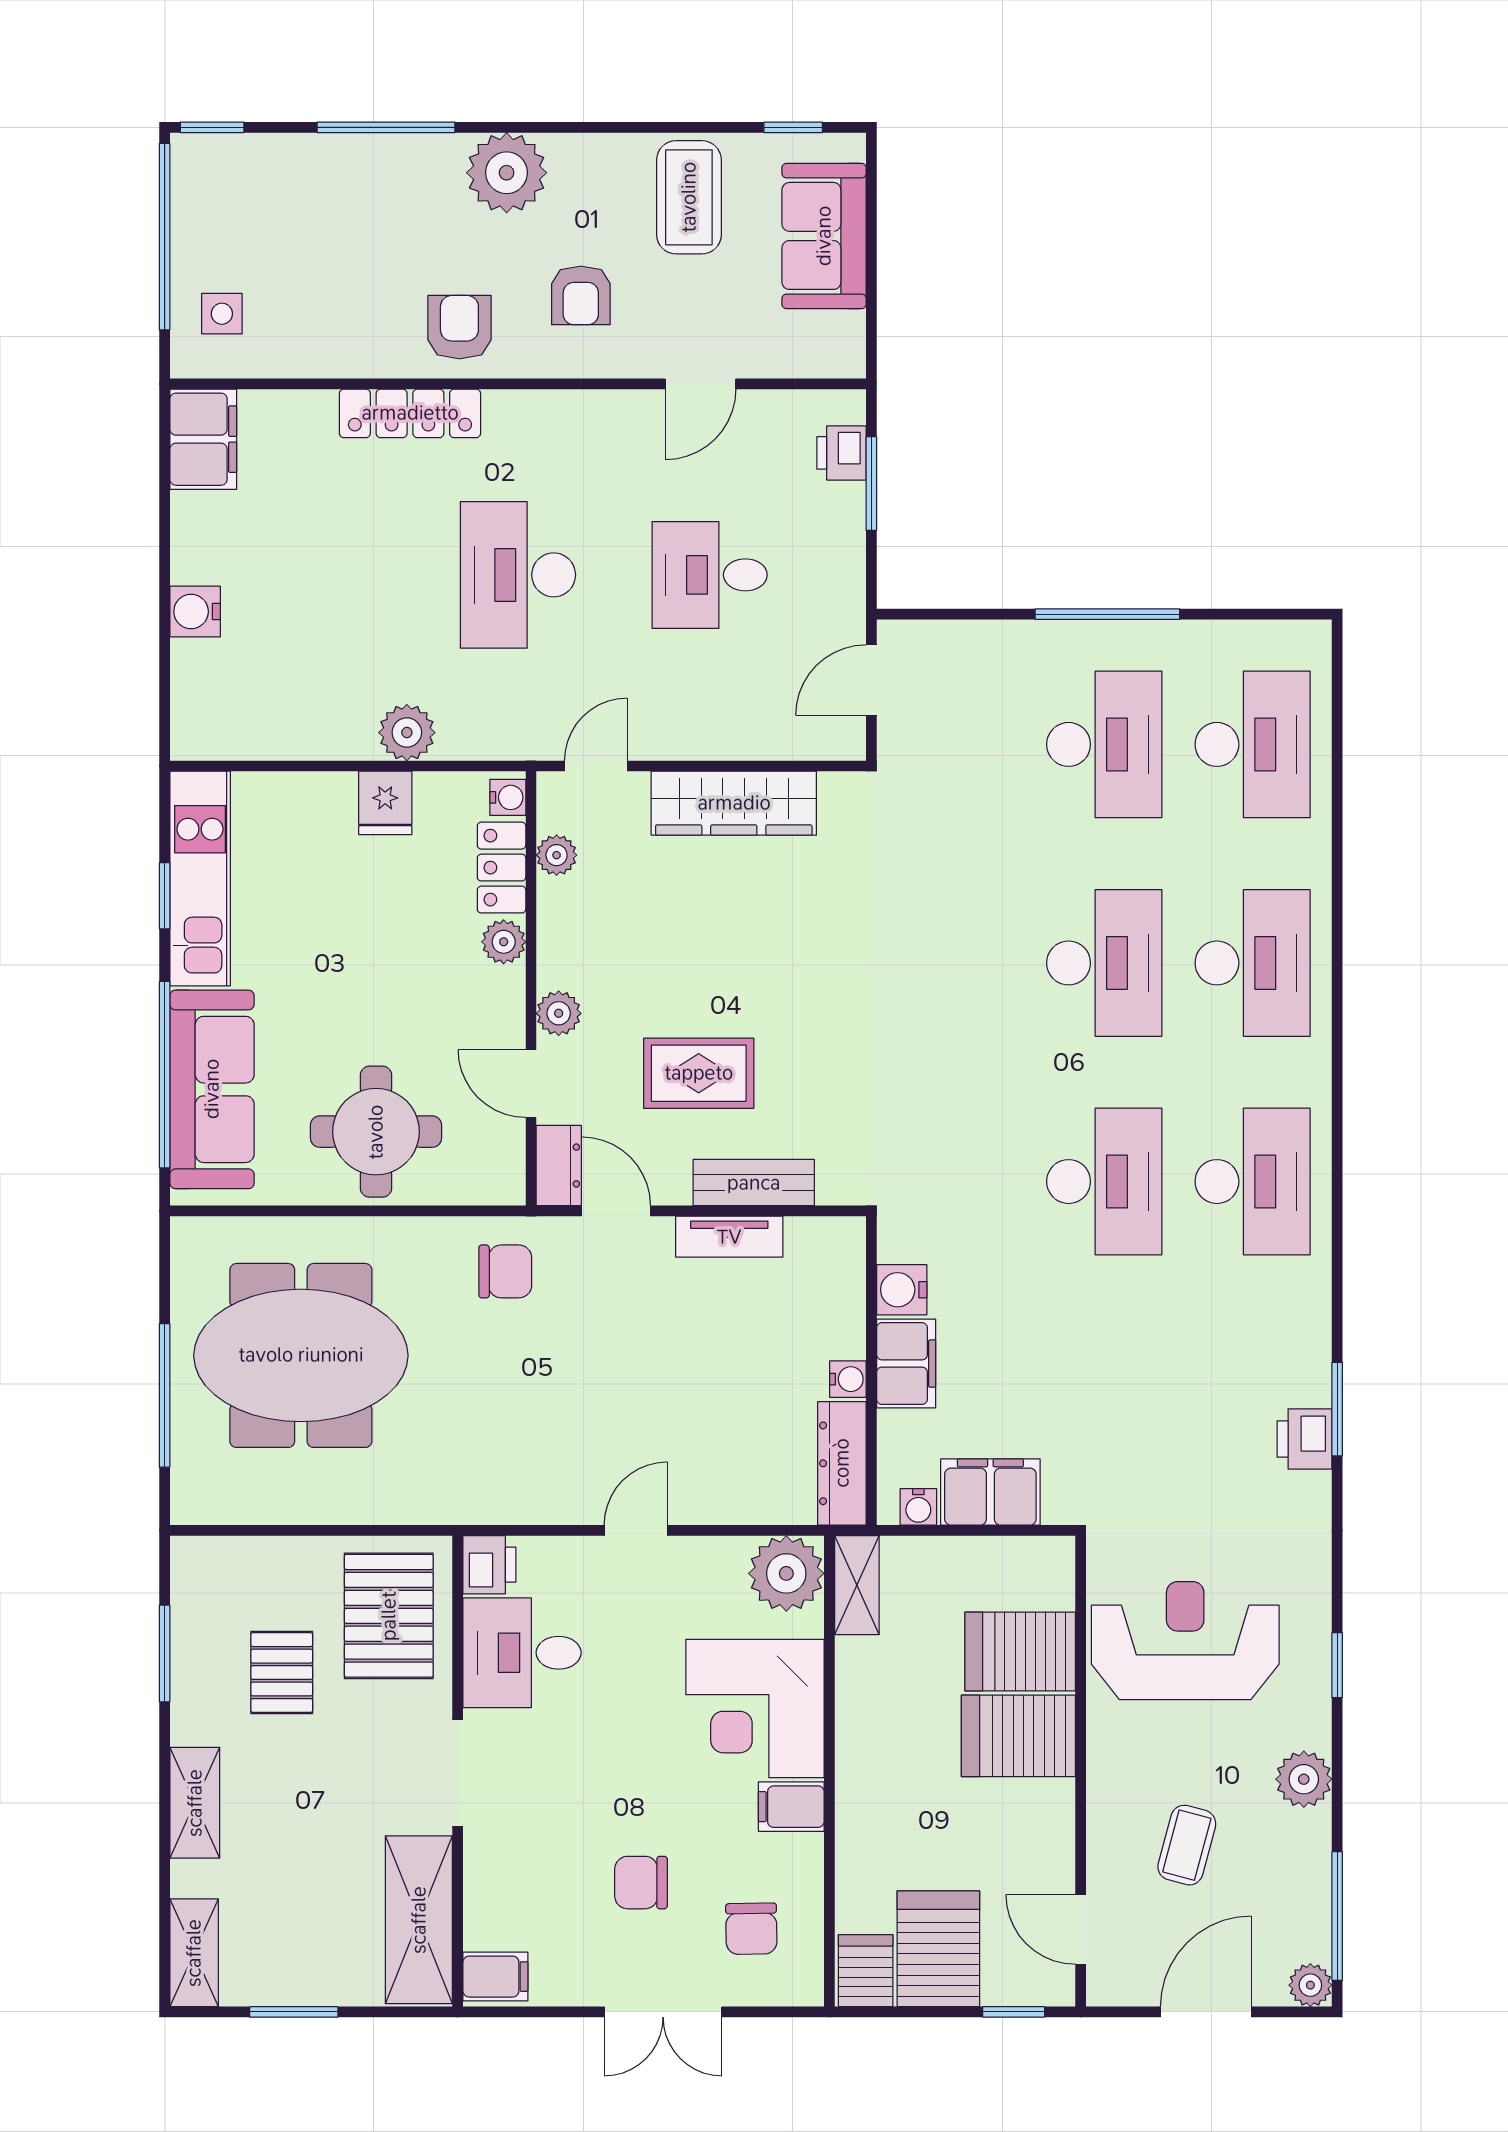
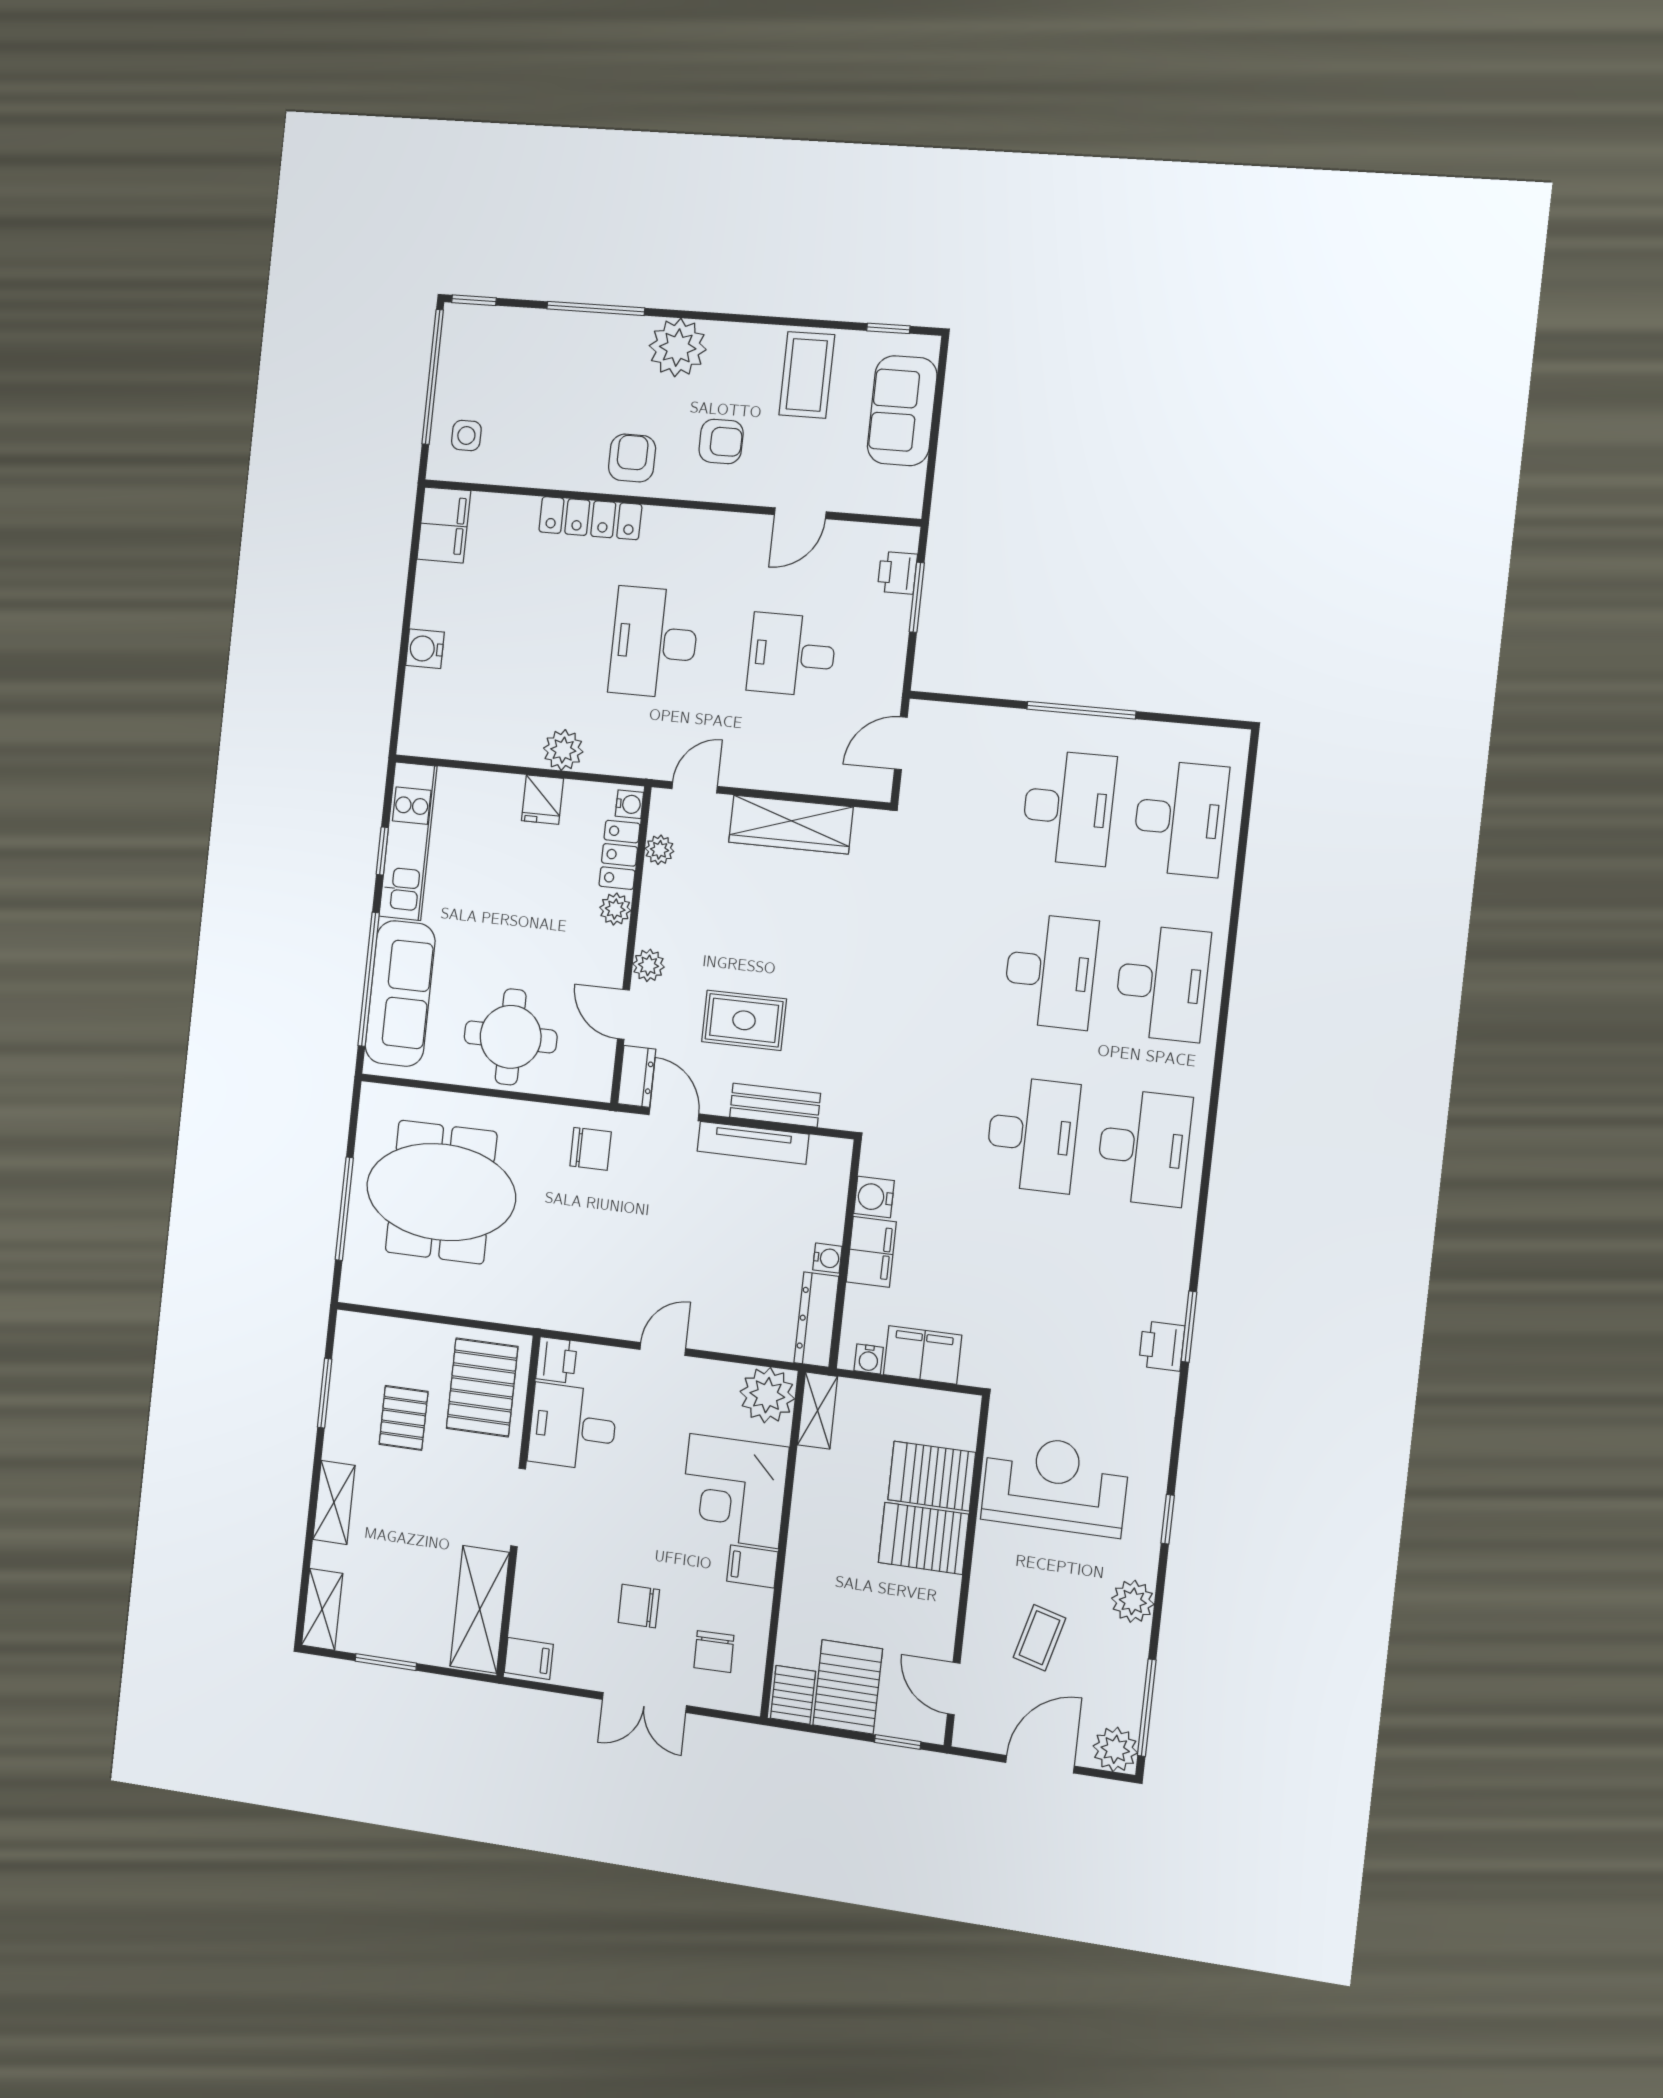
armchair: (581, 295) -> (721, 441), turned -90
tv unit: (729, 1237) -> (753, 1143), width x1.41
plant: (1310, 1985) -> (1115, 1749), width x1.38, depth x1.38

